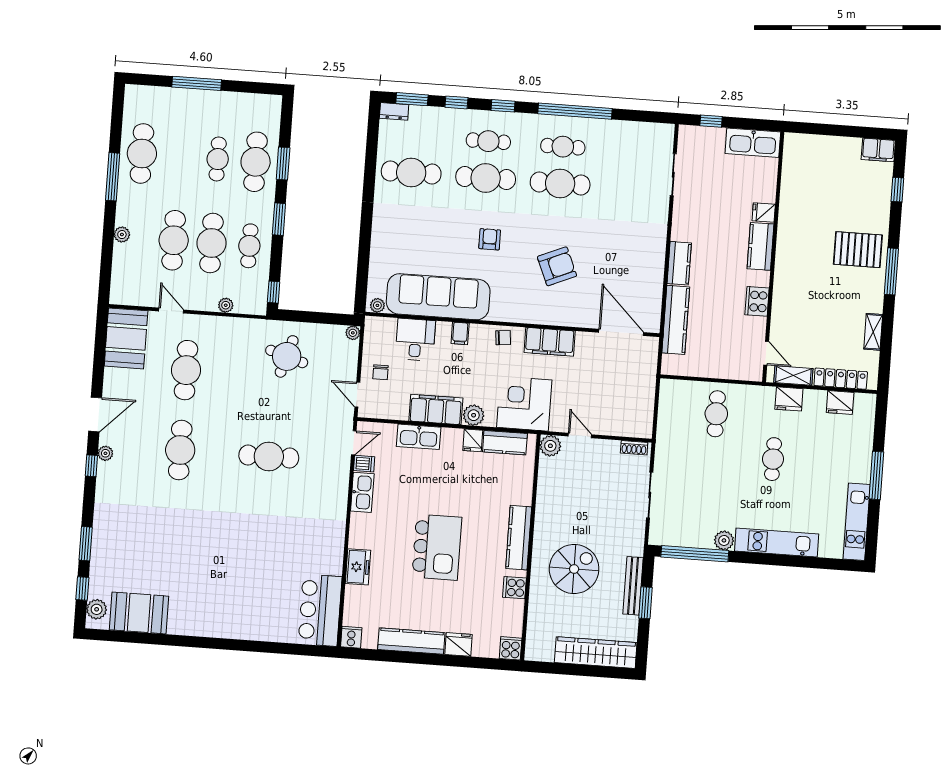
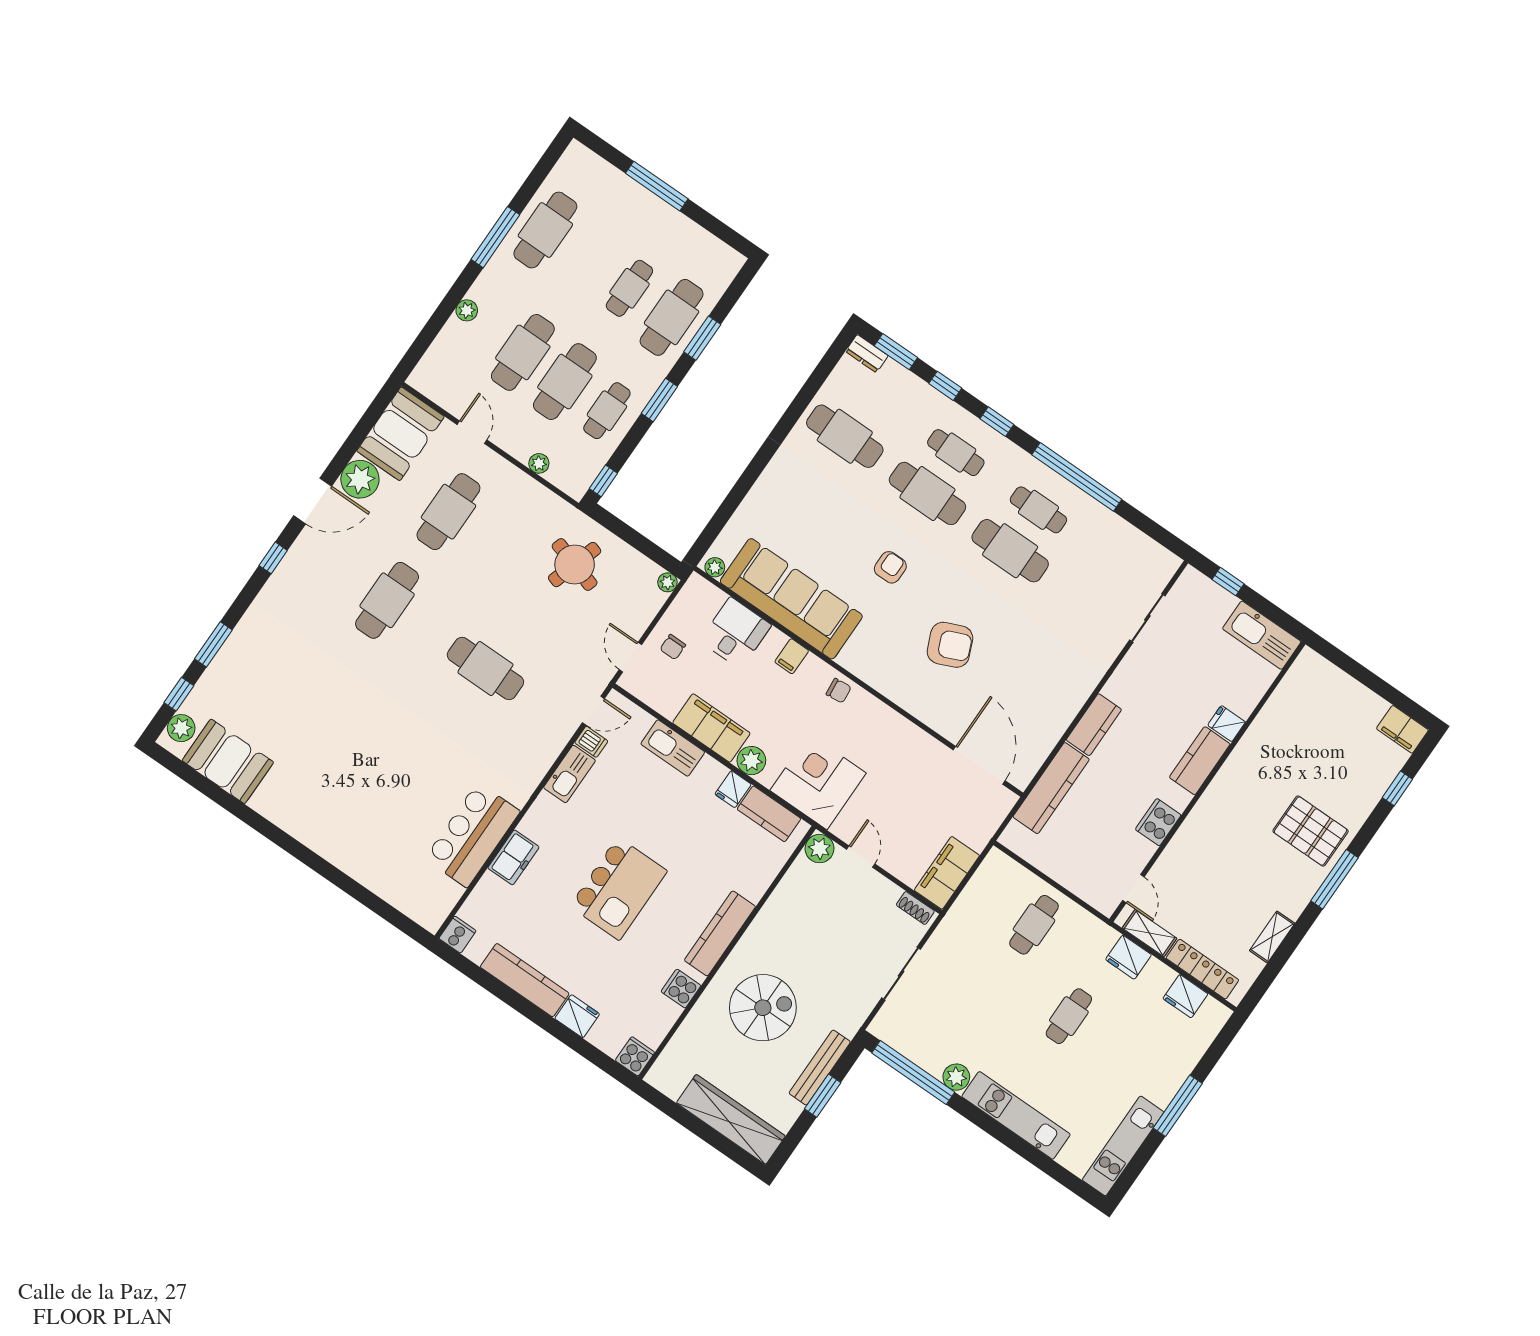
filing cabinet: (550, 342) -> (947, 873), moved, turned 90
plant: (105, 453) -> (360, 479), moved, width x1.88, depth x1.88
bar counter: (320, 610) -> (472, 835), moved

